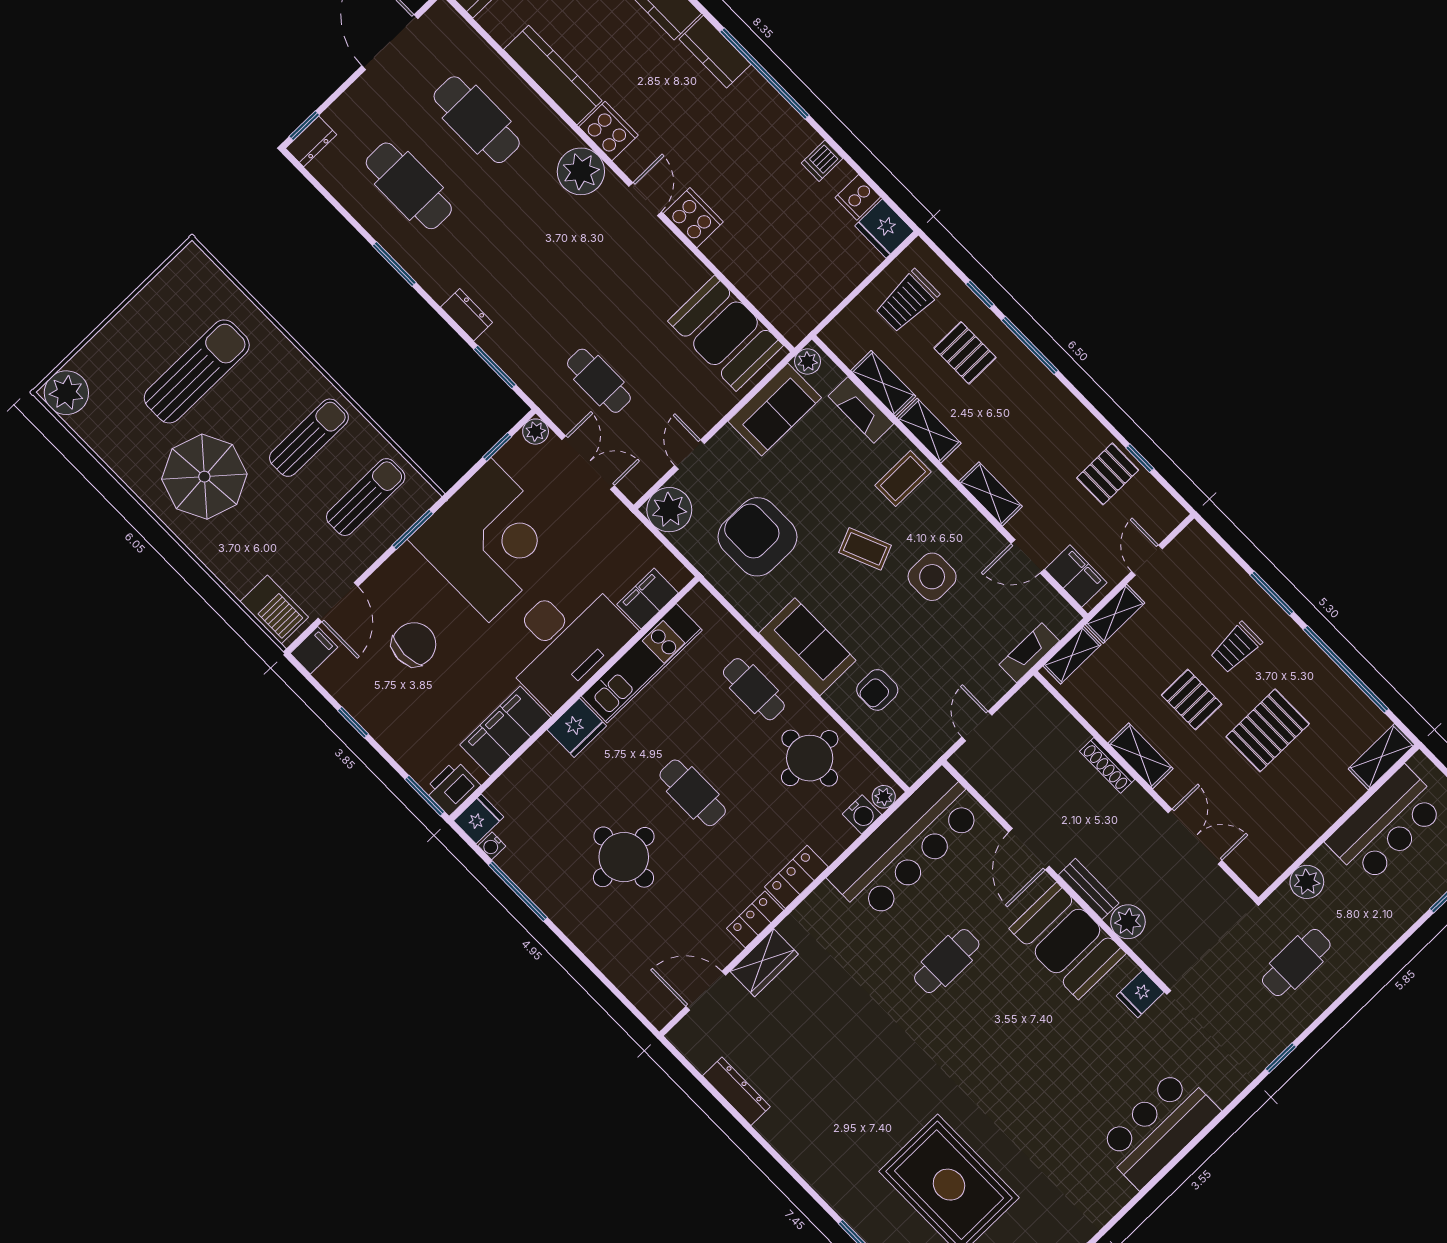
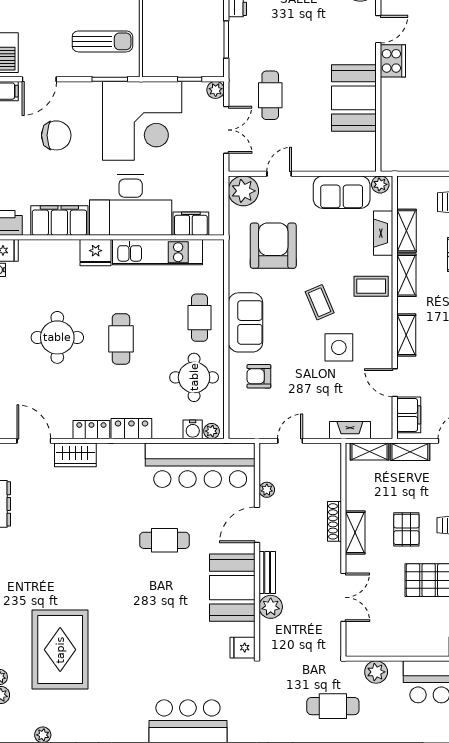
booth: (725, 333) -> (354, 98), moved
plant: (1003, 802) -> (267, 490), added

